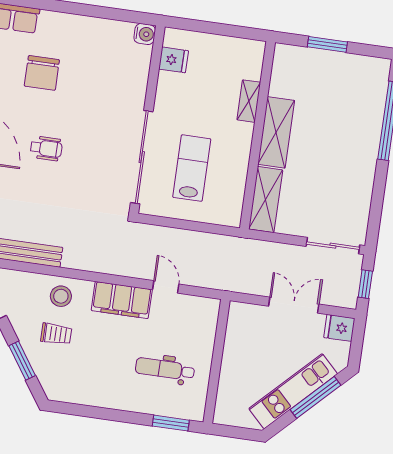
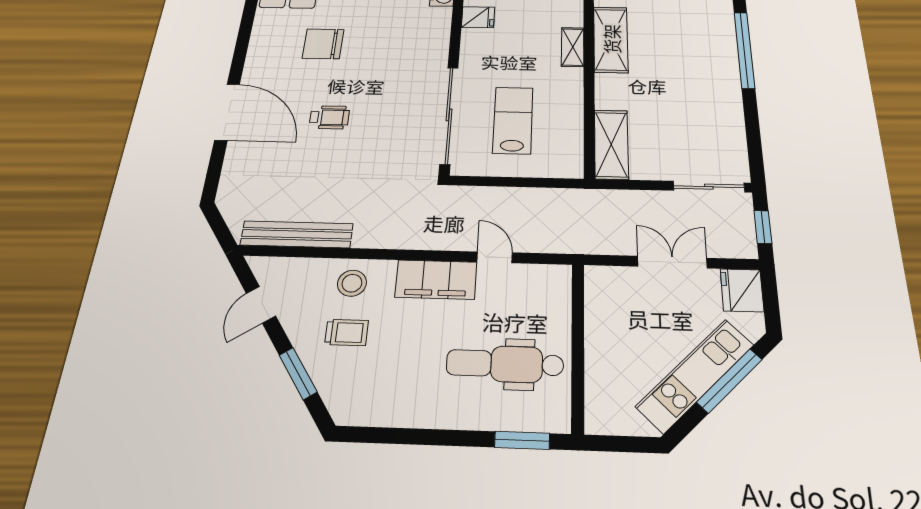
chair: (42, 73) -> (323, 44), turned 90
shelving: (276, 132) -> (611, 39), moved
fridge: (339, 328) -> (742, 290), width x1.38
dental chair: (165, 369) -> (505, 364), width x1.36, depth x1.38

